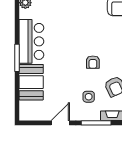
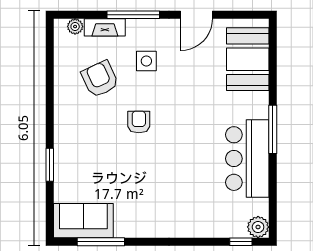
booth: (31, 82) -> (248, 59), moved

